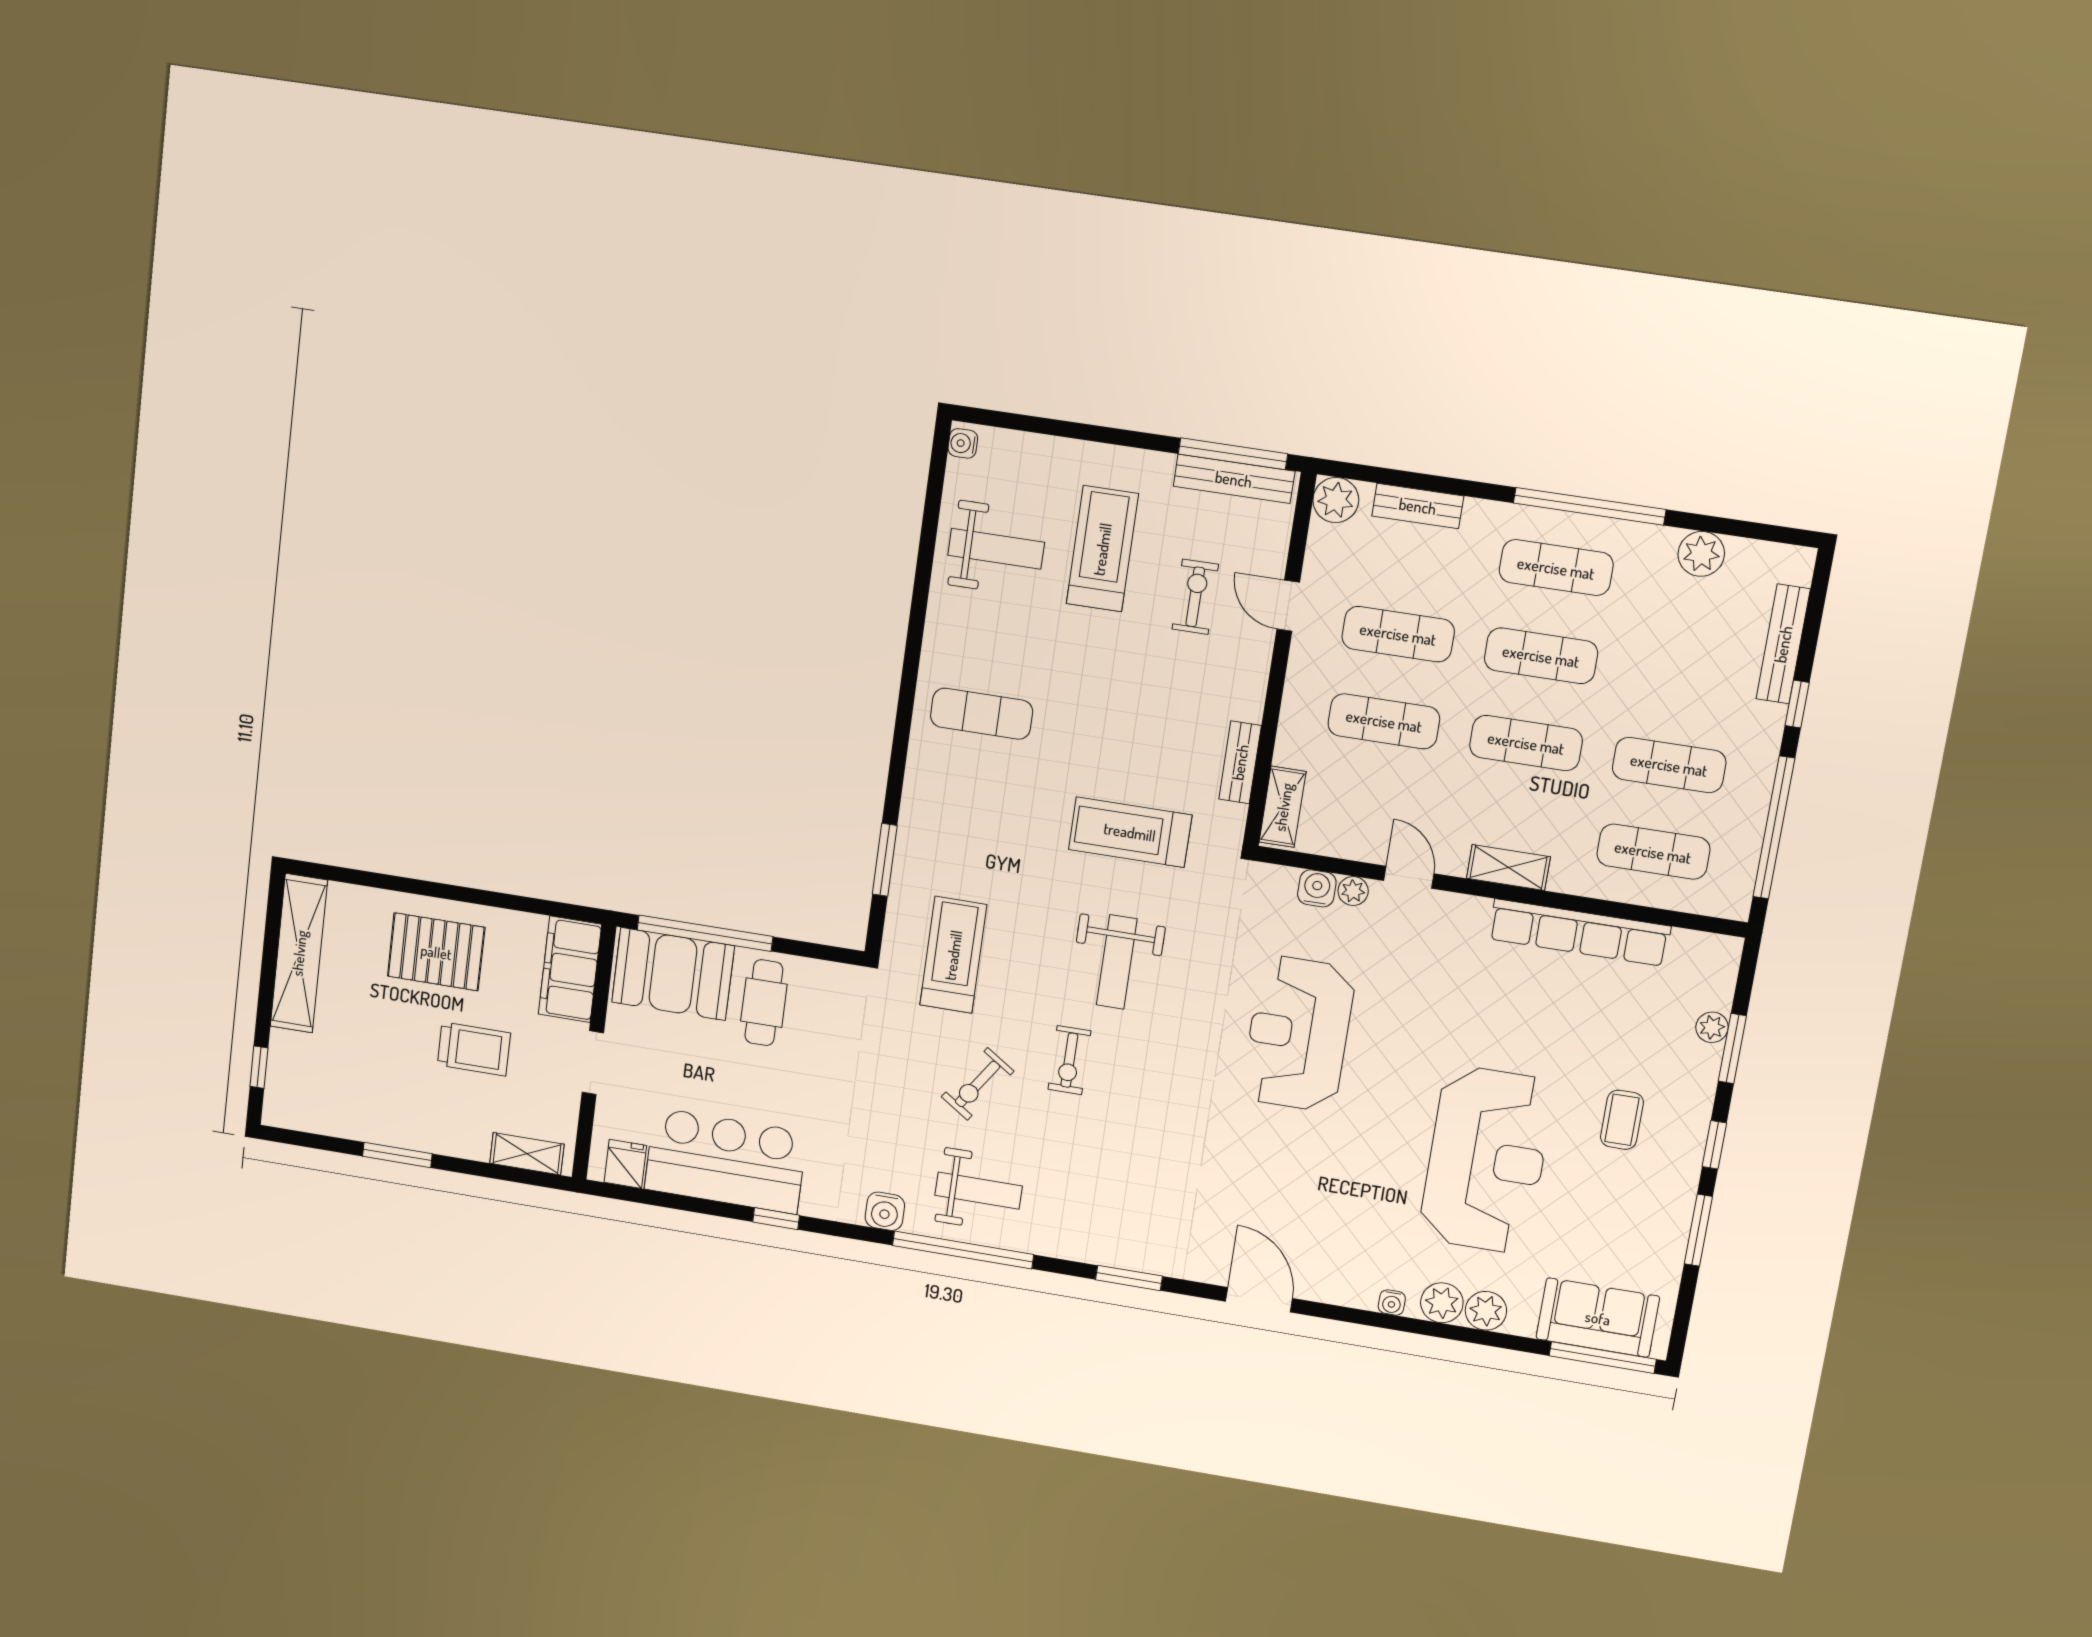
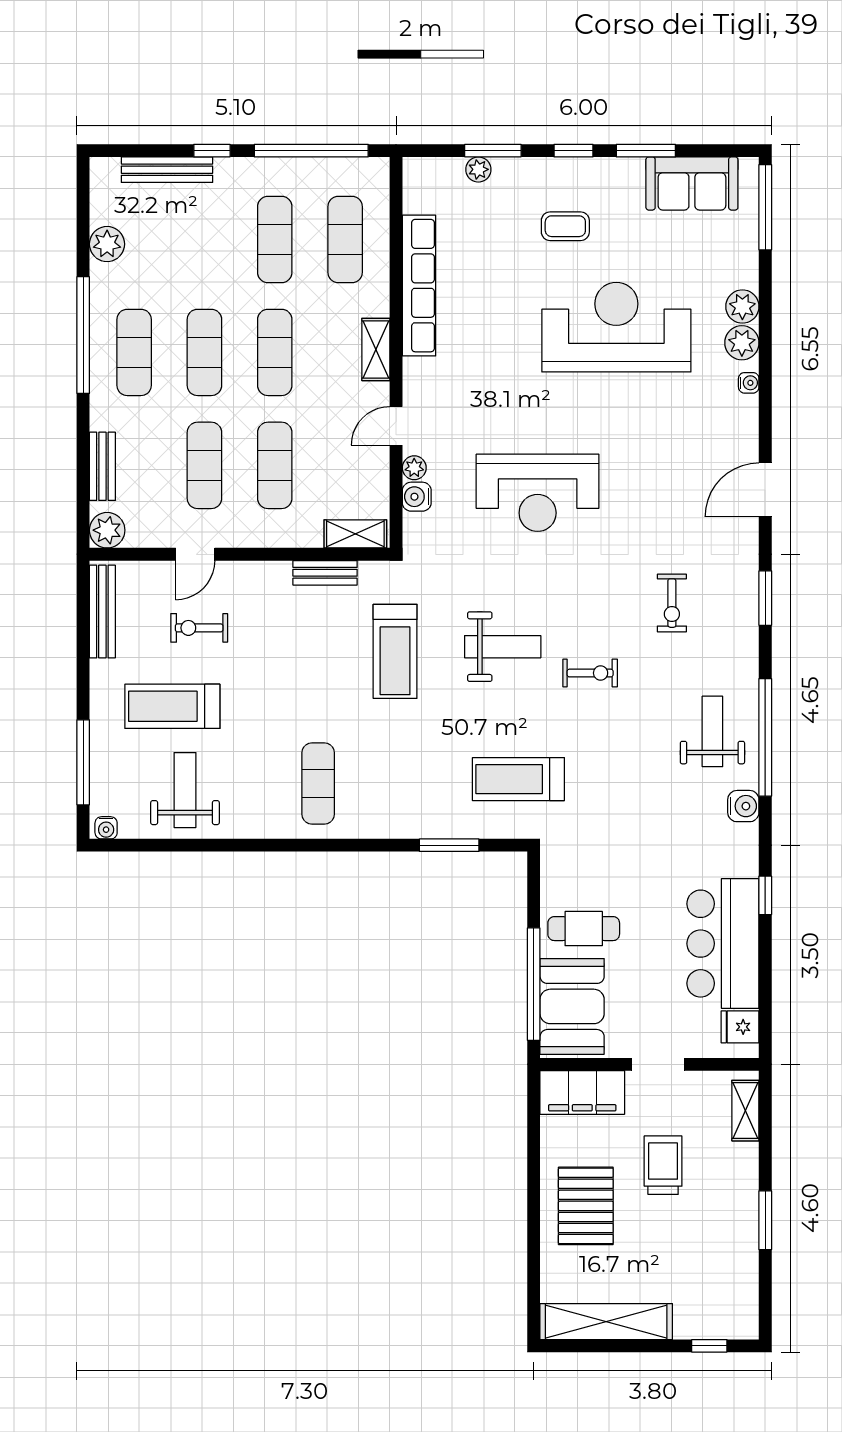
window: (1233, 454) -> (83, 762), moved
exercise bike: (978, 1084) -> (672, 603), moved, turned 56
sofa: (1598, 1318) -> (692, 183), moved, turned -90

